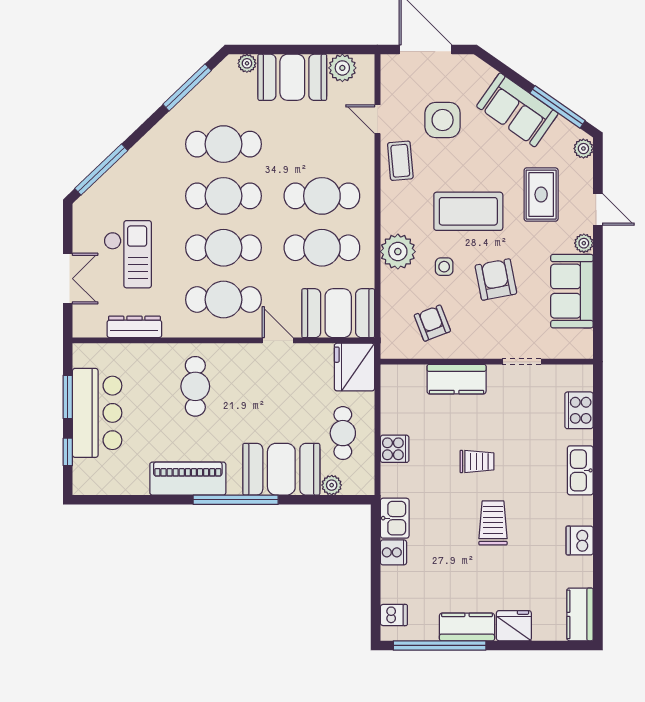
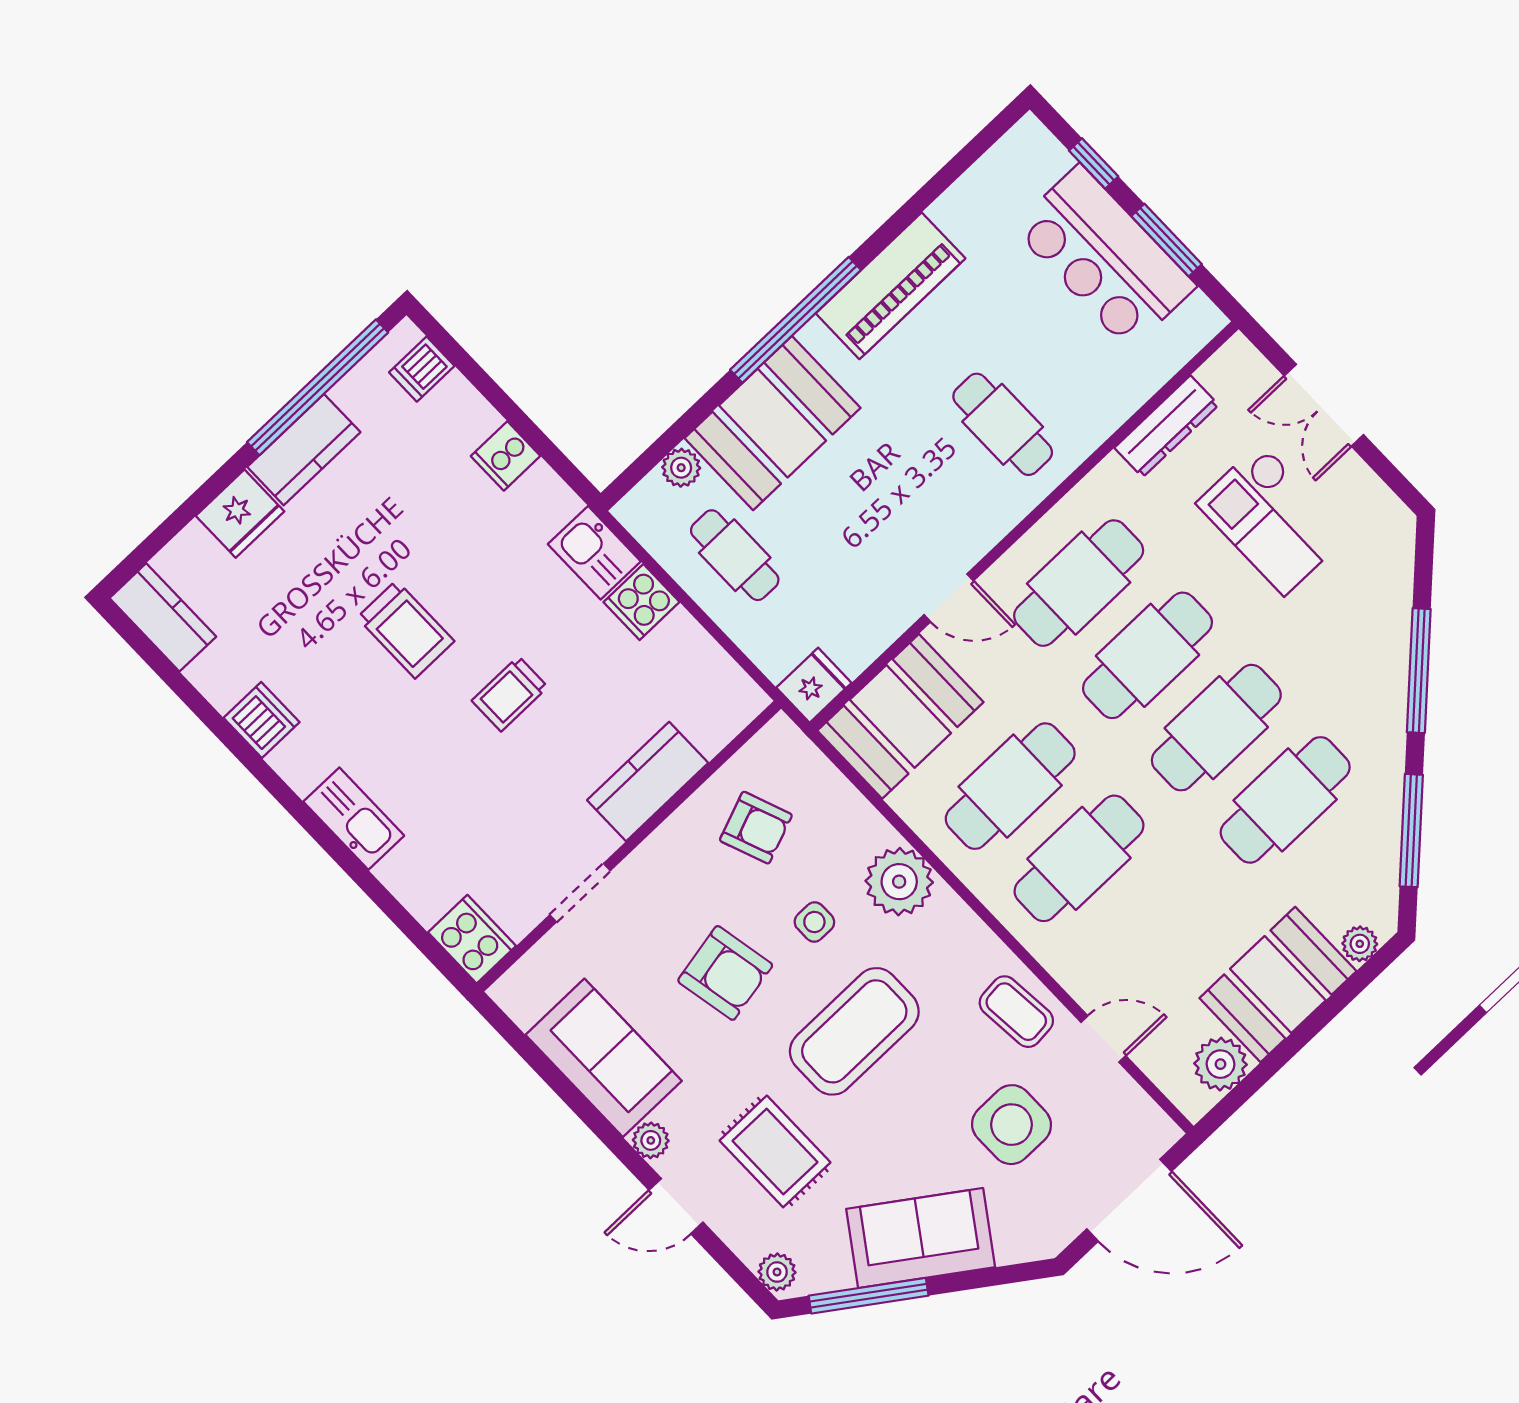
window: (101, 170) -> (1419, 671), moved
fridge: (354, 367) -> (814, 685), width x0.53, depth x0.75
cooker: (579, 410) -> (472, 939), moved
kitchen sink: (395, 518) -> (594, 553), moved

